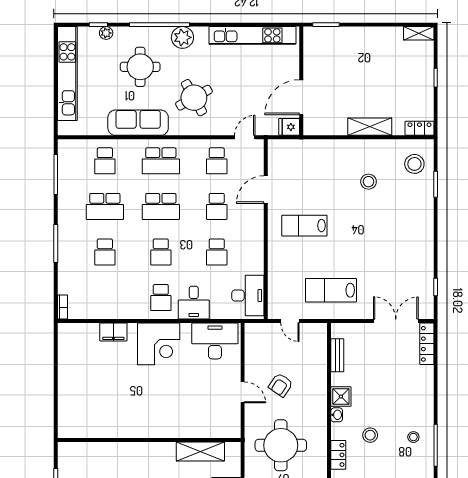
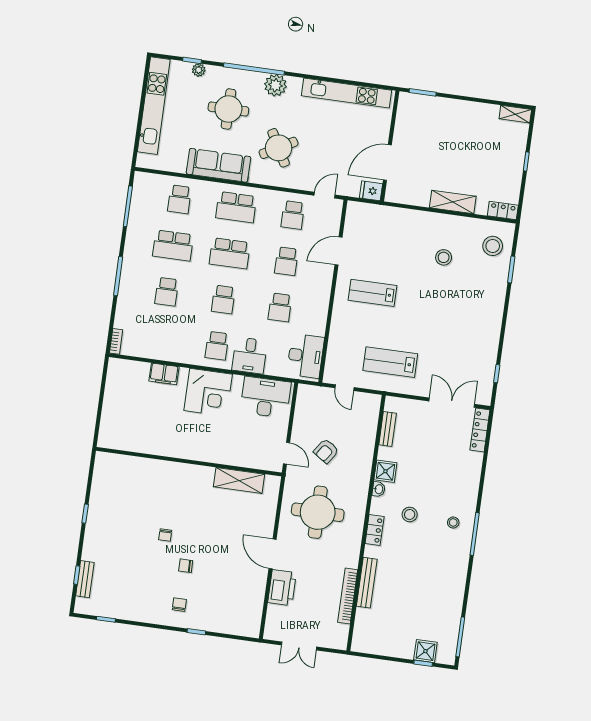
wall: (149, 440) -> (189, 462), moved
shelving: (200, 451) -> (239, 480), moved

